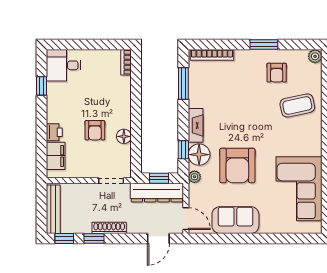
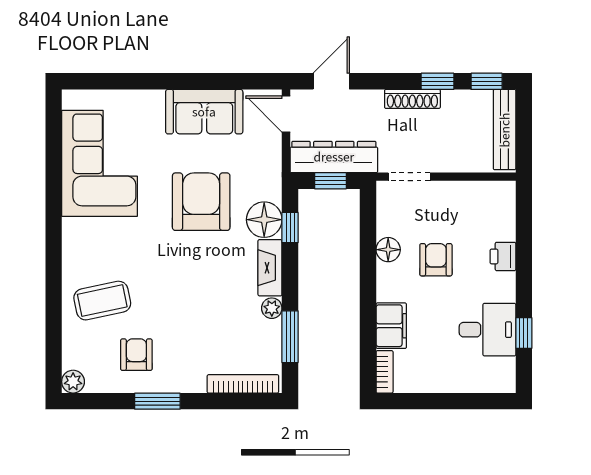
desk: (64, 65) -> (488, 330), moved
filing cabinet: (56, 156) -> (391, 326), moved, turned 180
plant: (194, 177) -> (272, 308), moved

